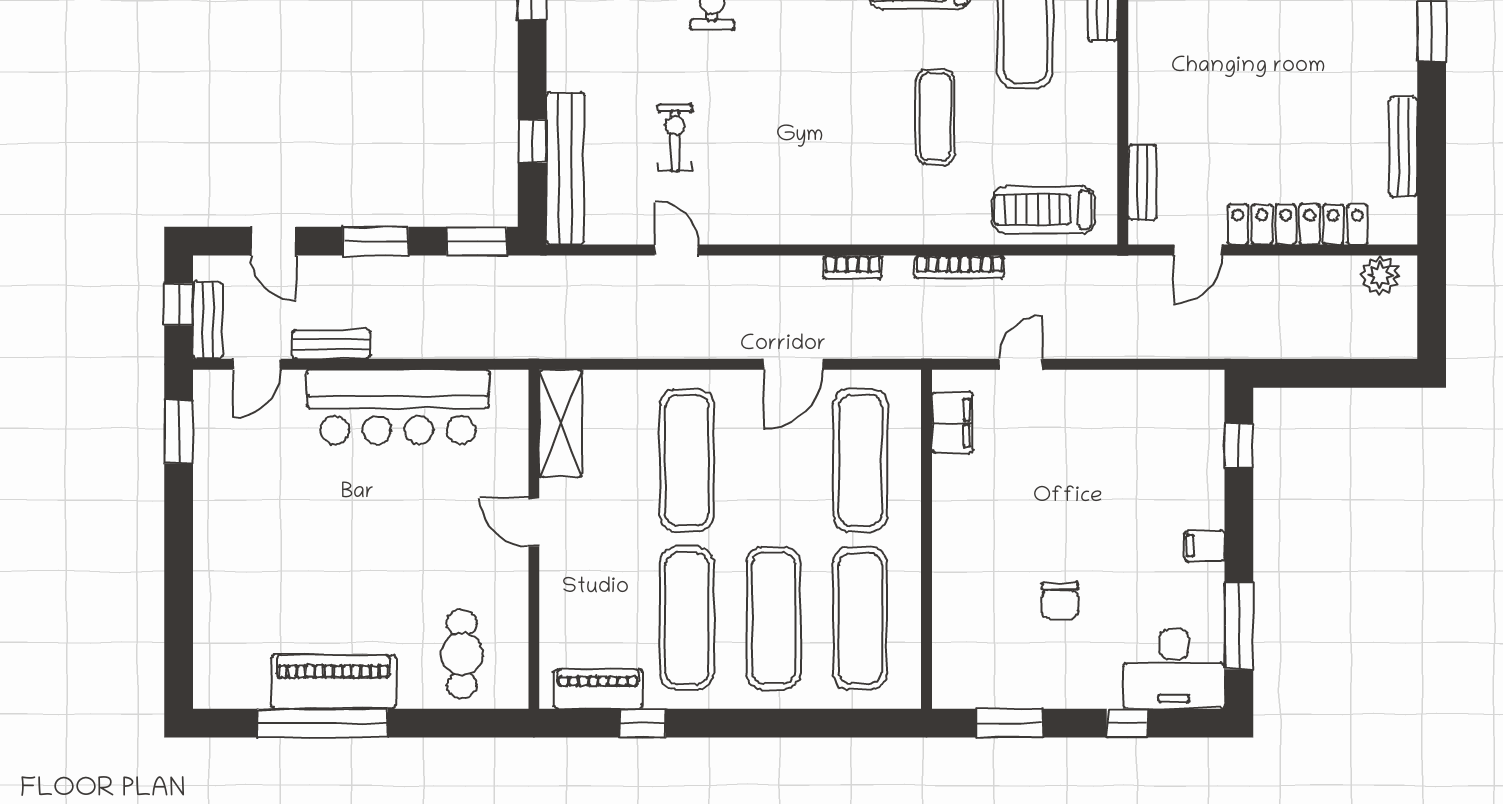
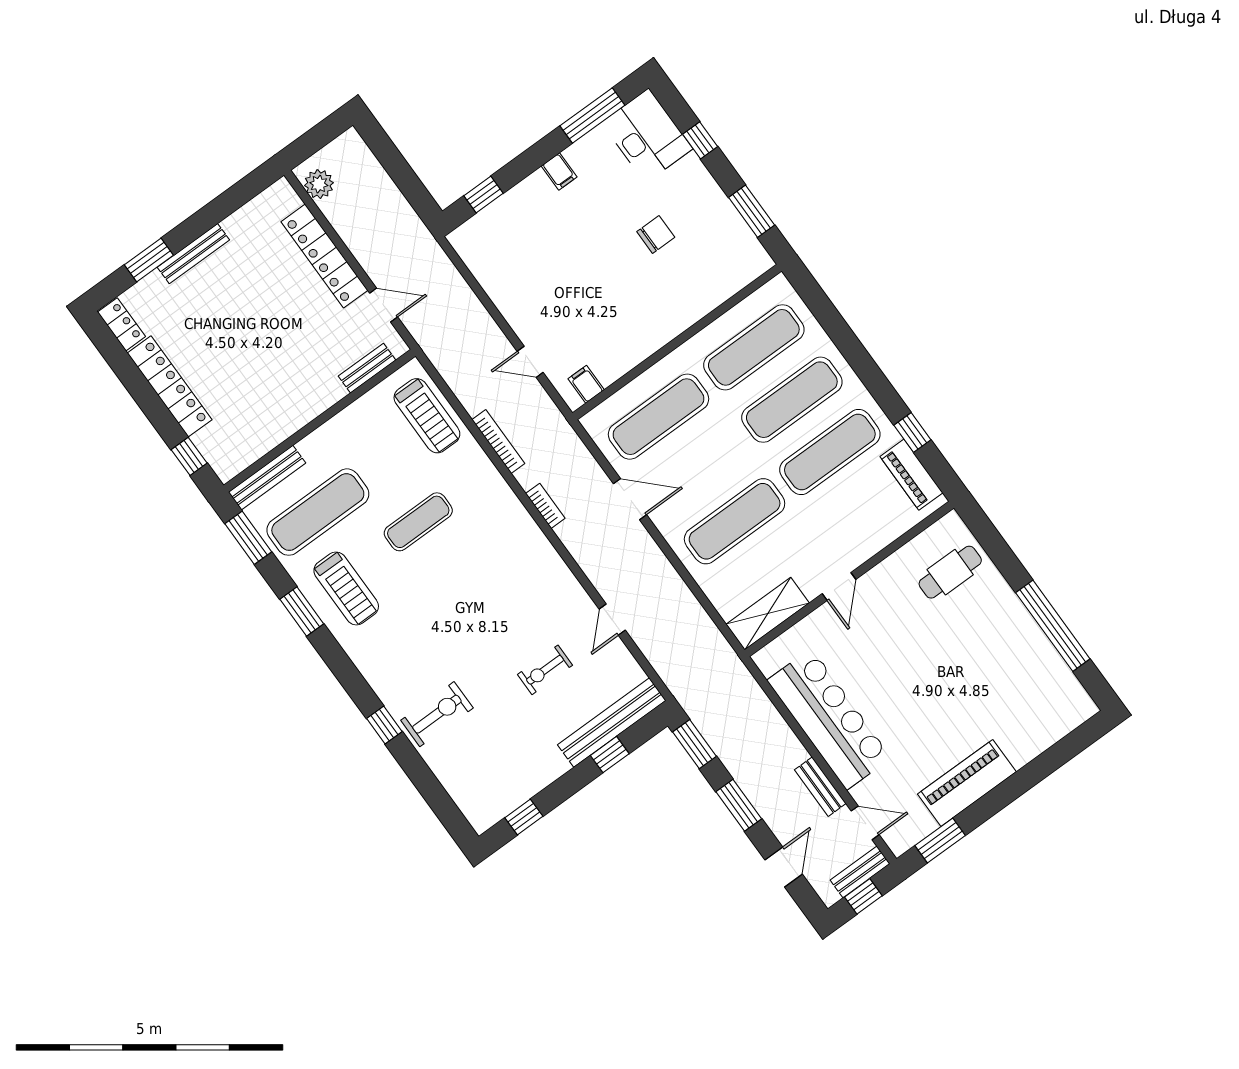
bench: (1403, 147) -> (193, 254), moved
filing cabinet: (952, 423) -> (586, 384), width x0.50
piano: (333, 682) -> (967, 783), moved, turned 90

